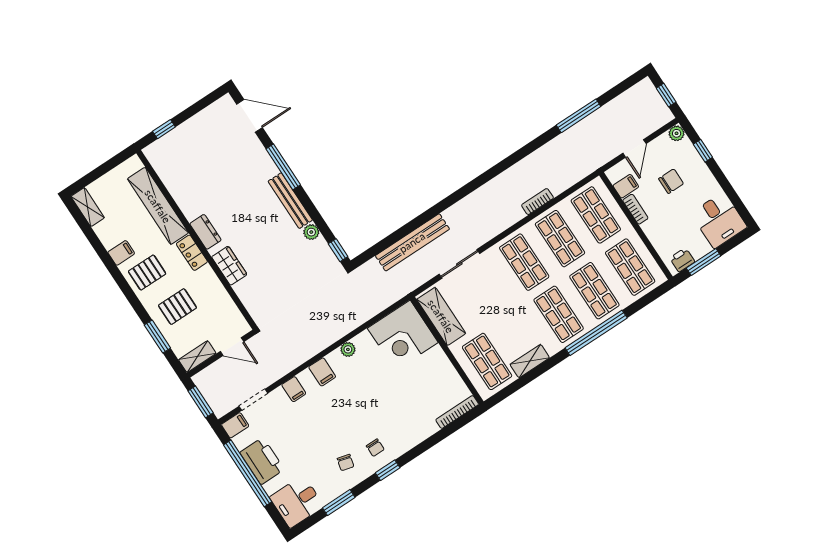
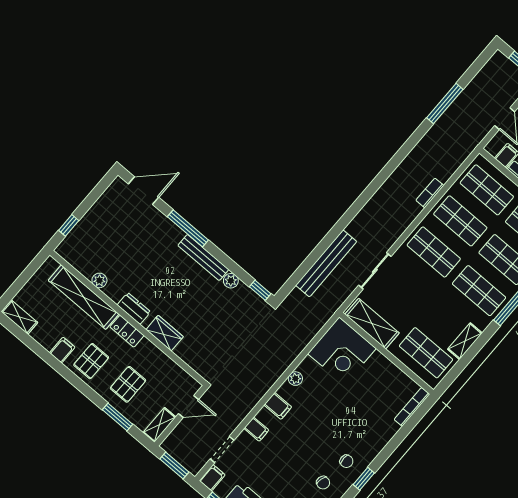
plant: (179, 194) -> (99, 280), added

